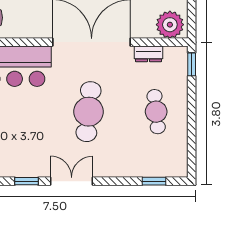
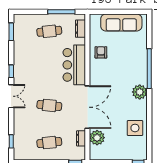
plant: (170, 25) -> (97, 138), moved
cafe table: (89, 112) -> (49, 105), width x0.73, depth x0.74

